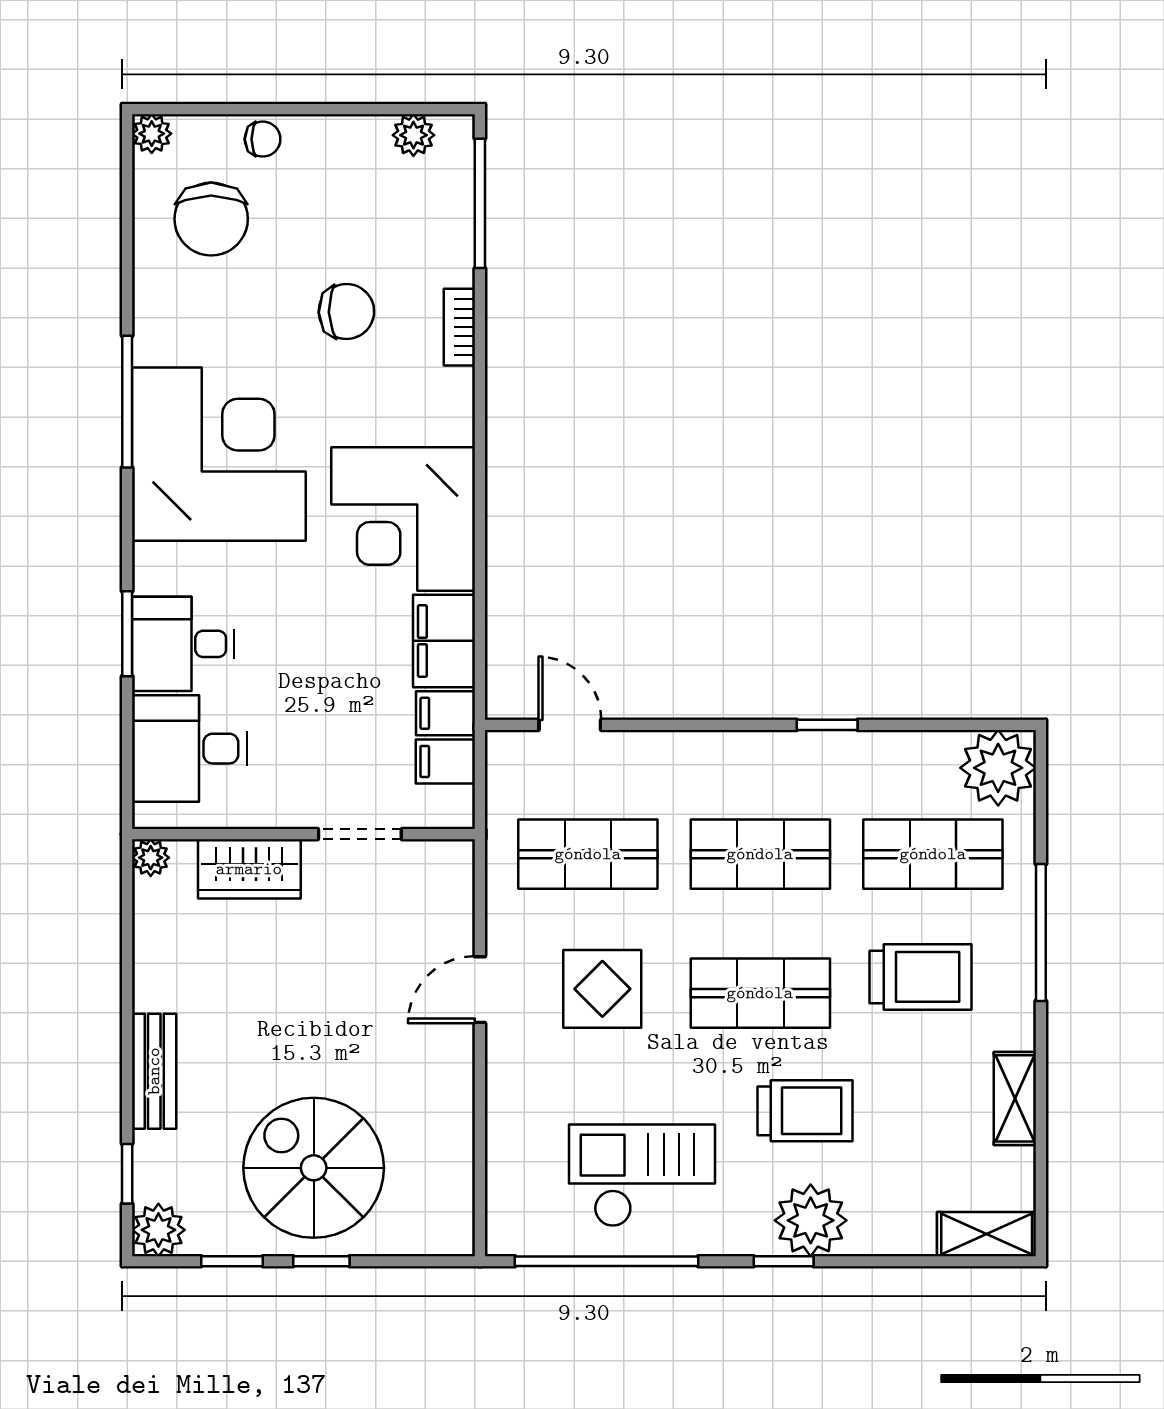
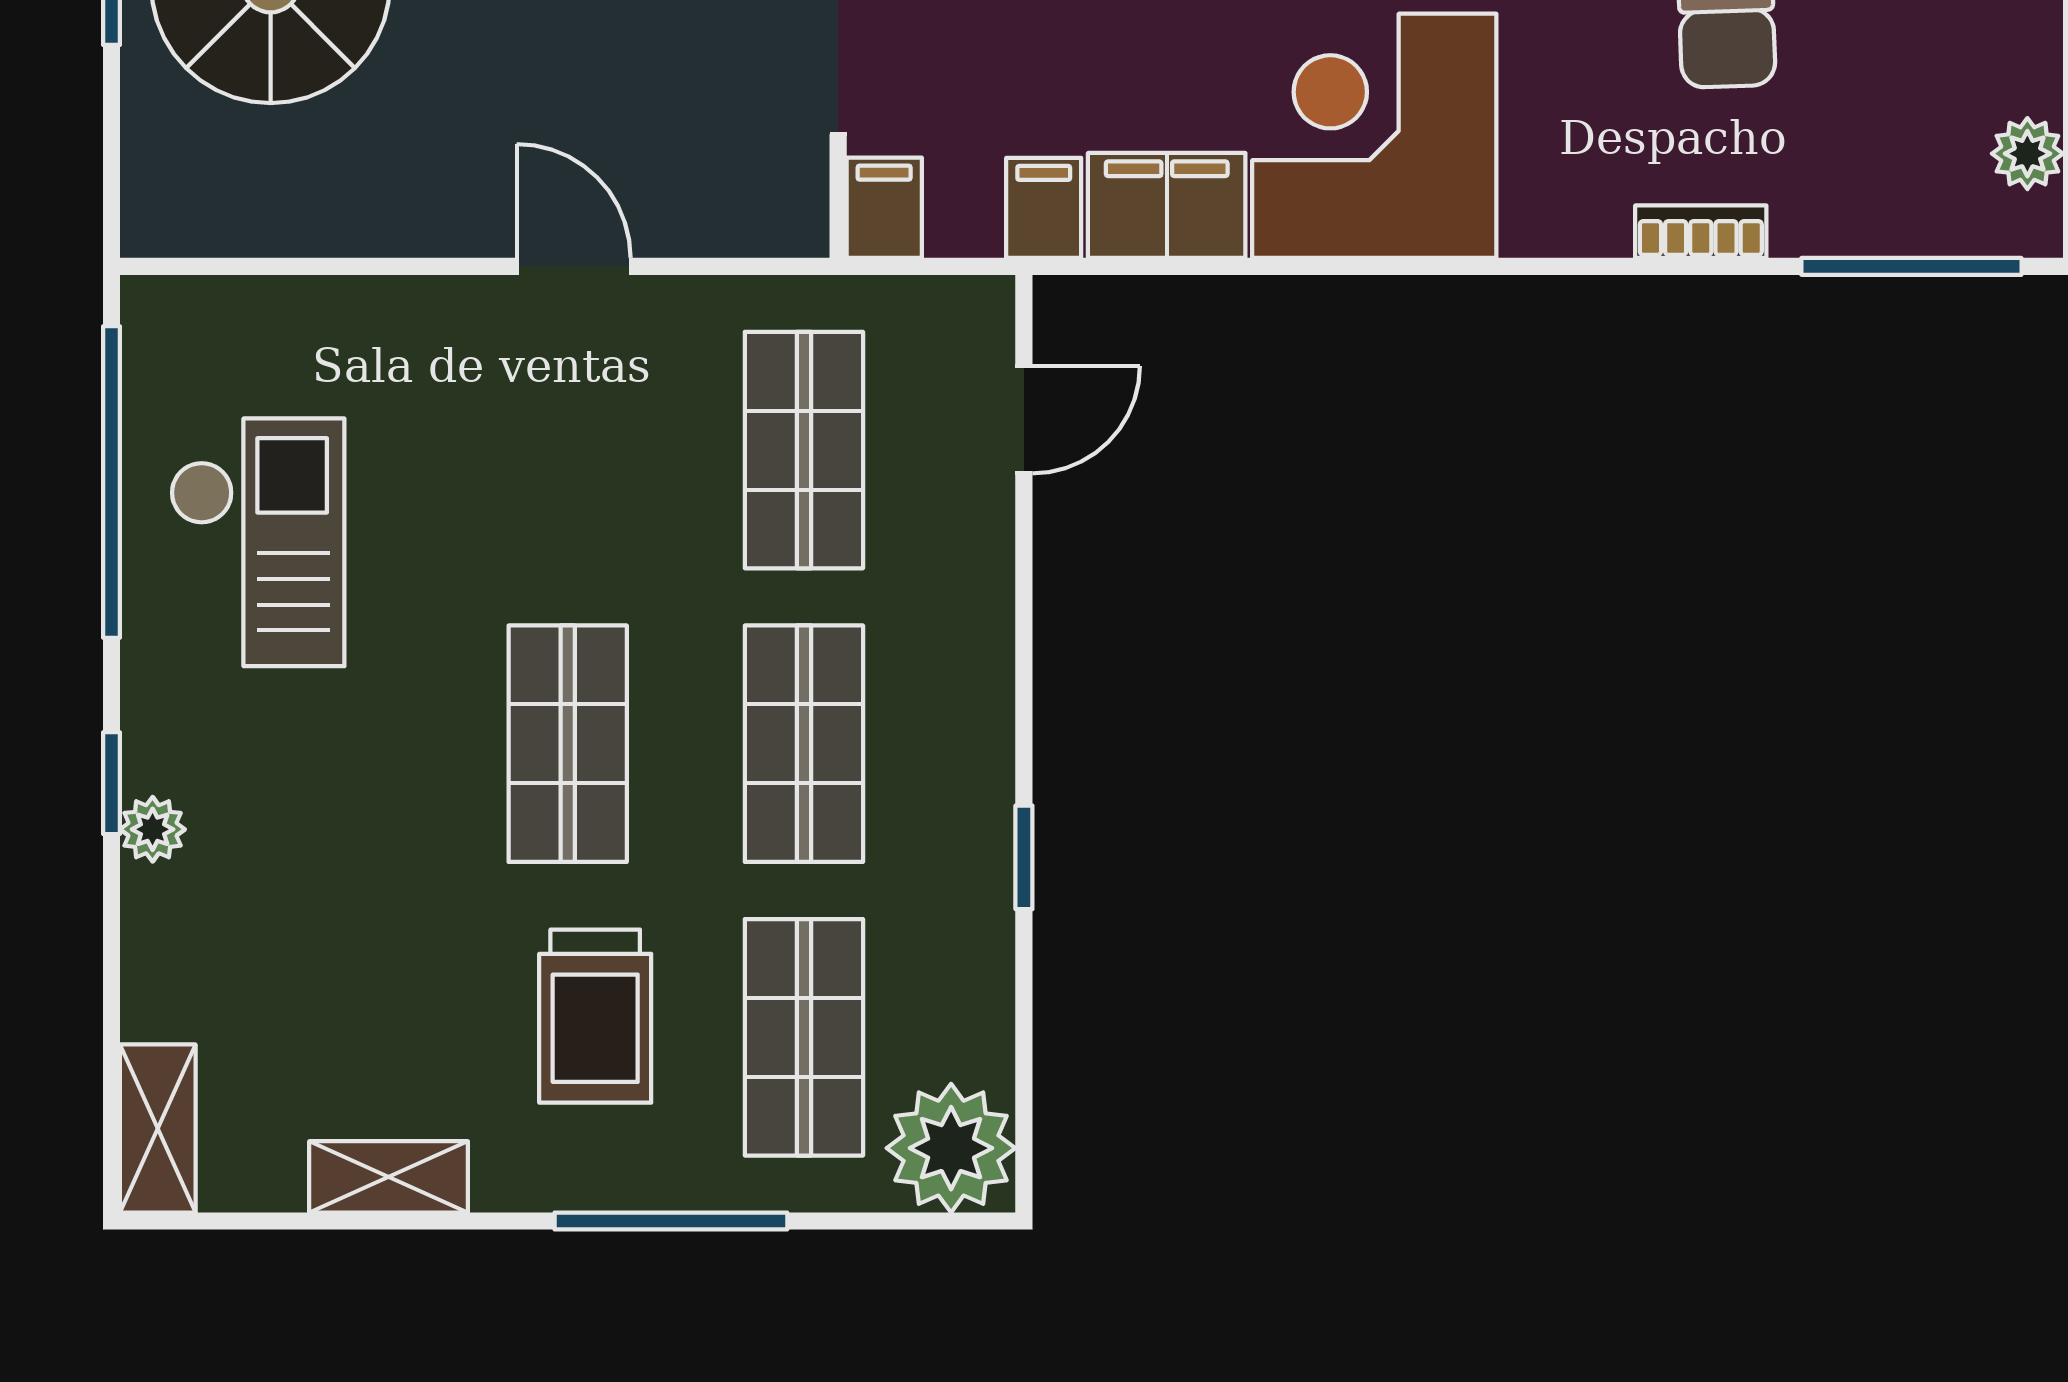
filing cabinet: (445, 761) -> (884, 208), moved
display table: (602, 989) -> (575, 475), removed
trolley: (805, 1111) -> (367, 820), removed
plant: (811, 1220) -> (153, 829), width x0.53, depth x0.53

